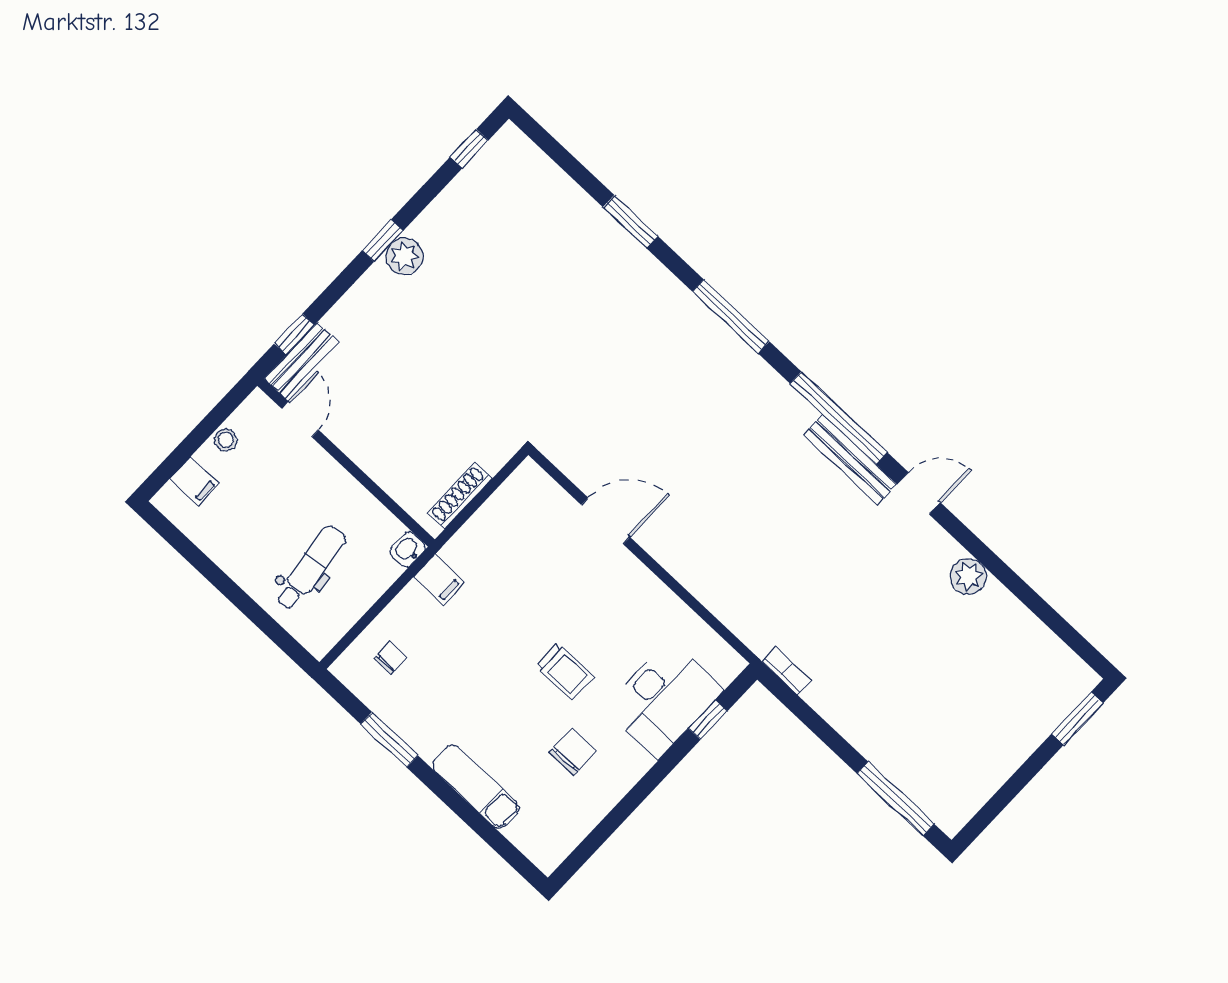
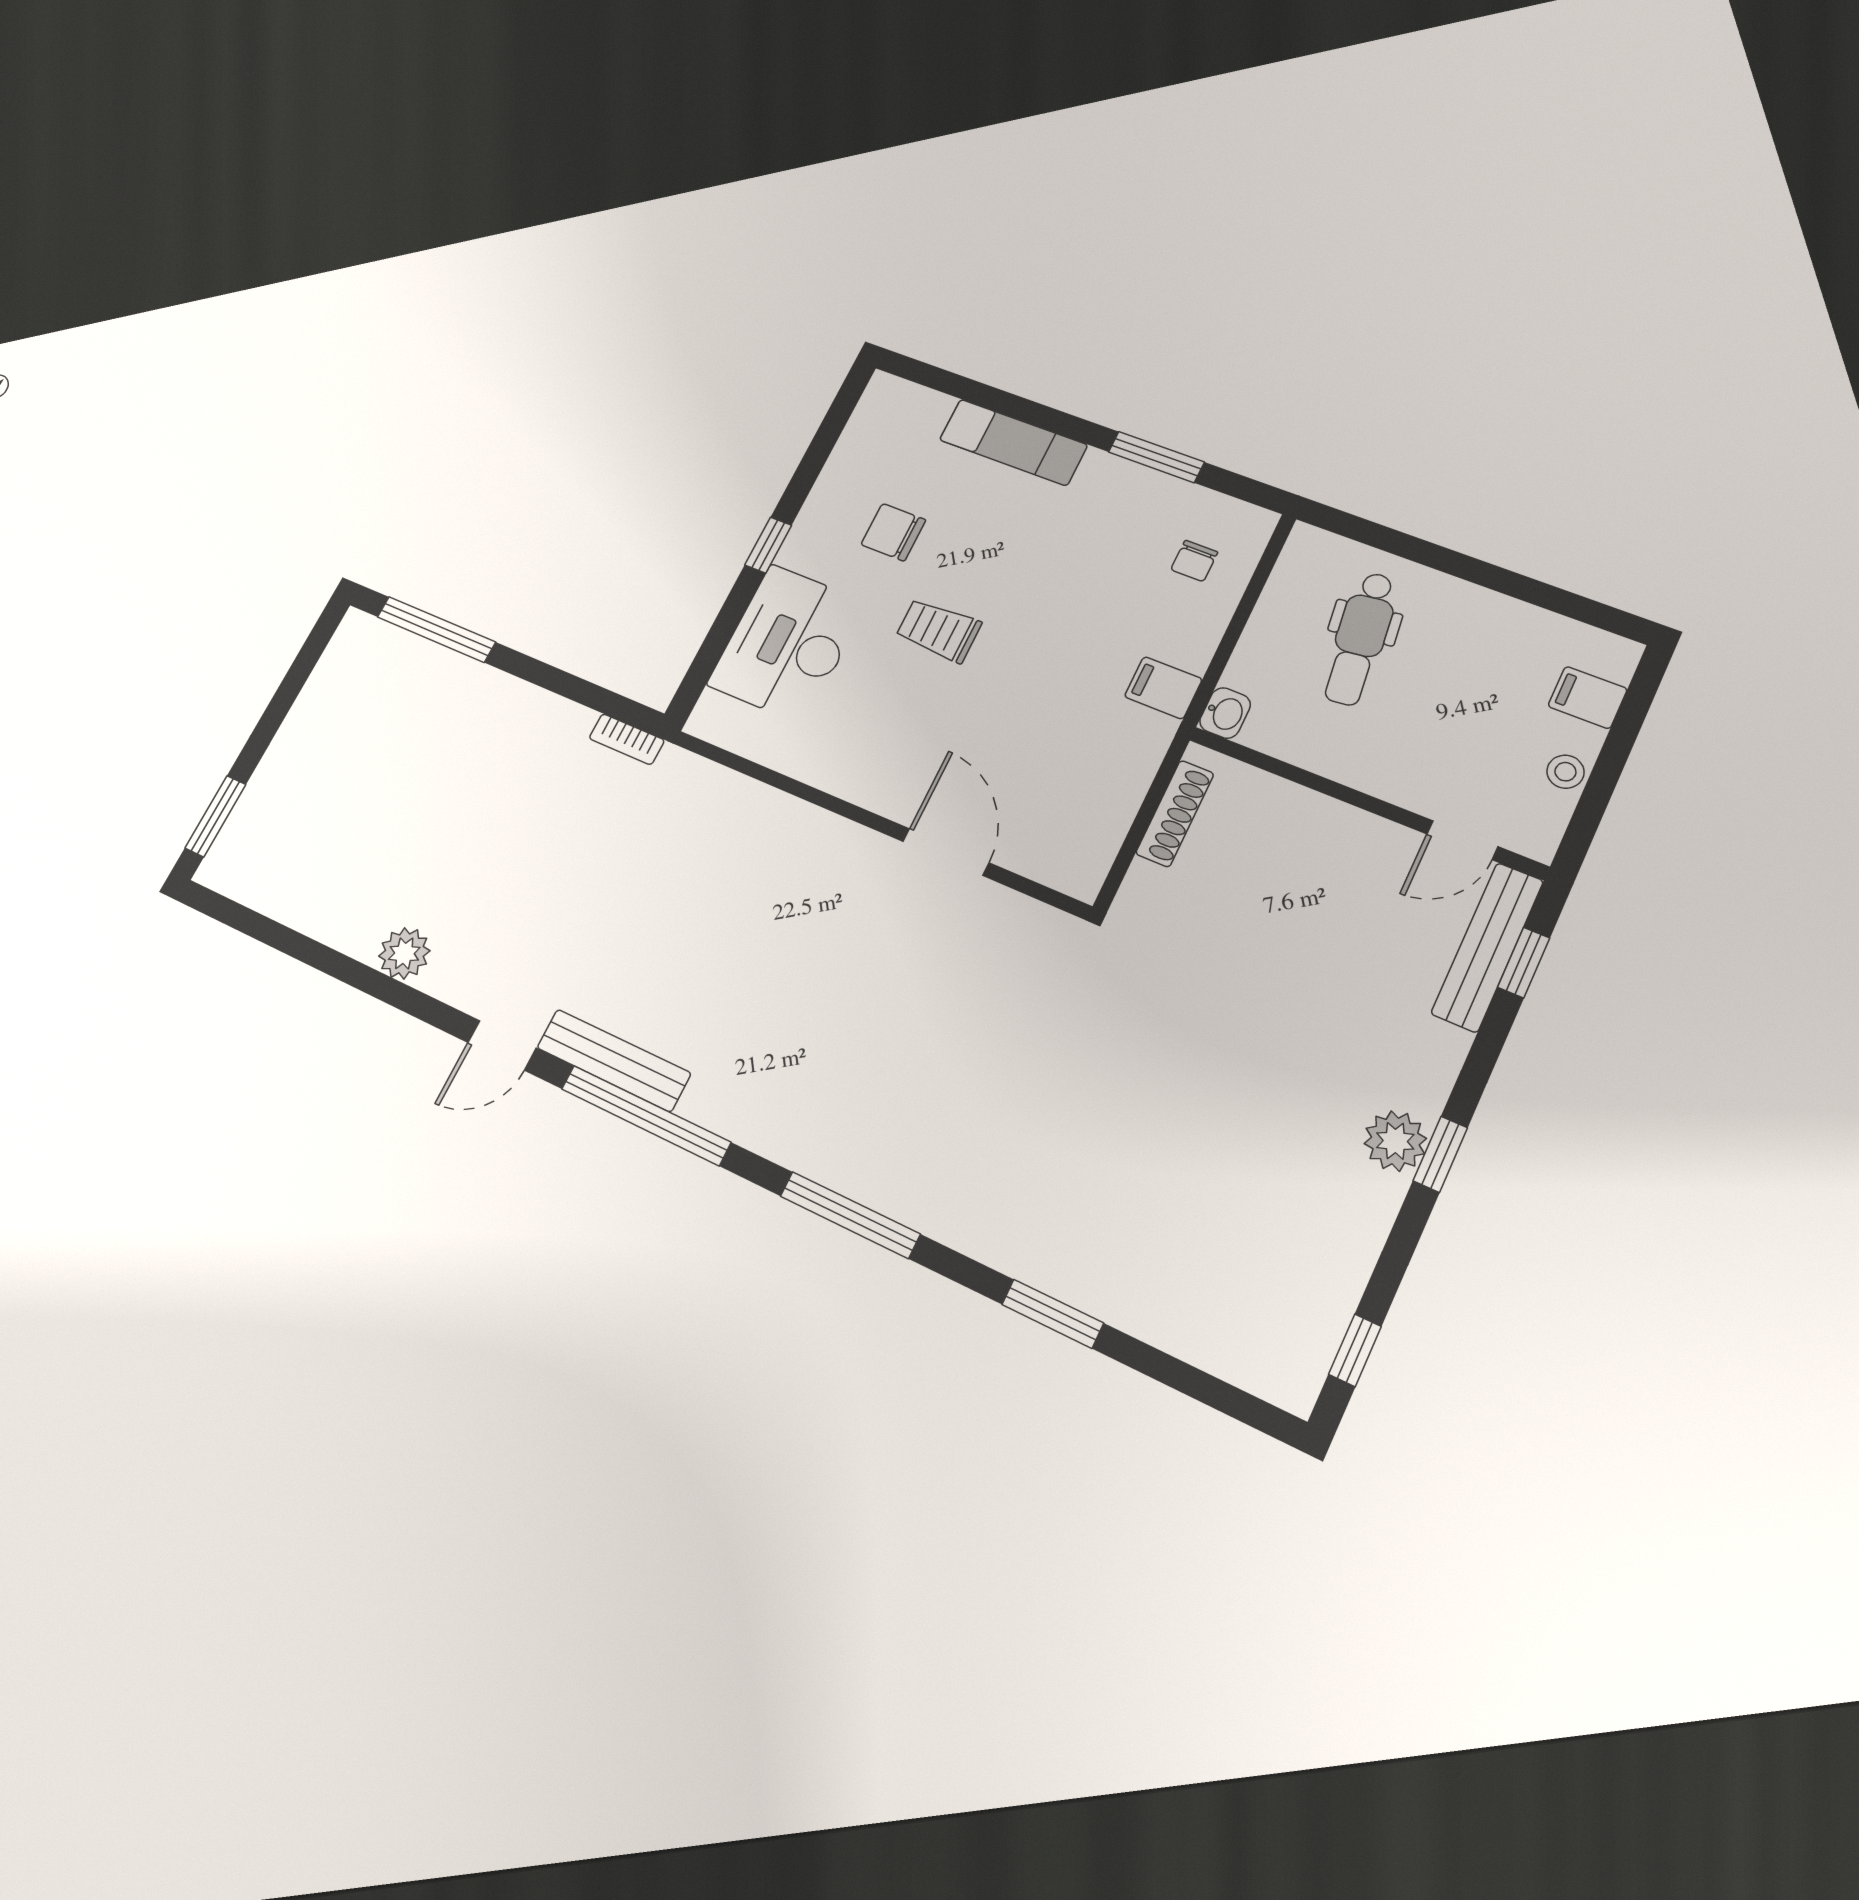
bench: (301, 361) -> (1487, 947), width x1.36
door: (300, 419) -> (1462, 840), hinge flipped
door: (606, 521) -> (946, 852), swing flipped
window: (708, 720) -> (768, 545), moved
chair: (572, 752) -> (893, 532), turned 90

